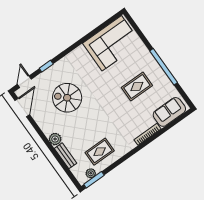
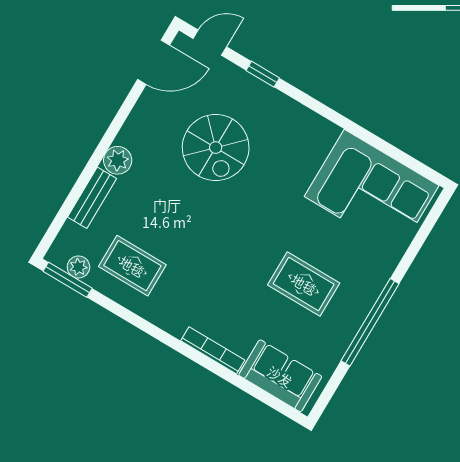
spiral stairs: (67, 98) -> (216, 148), turned 180

